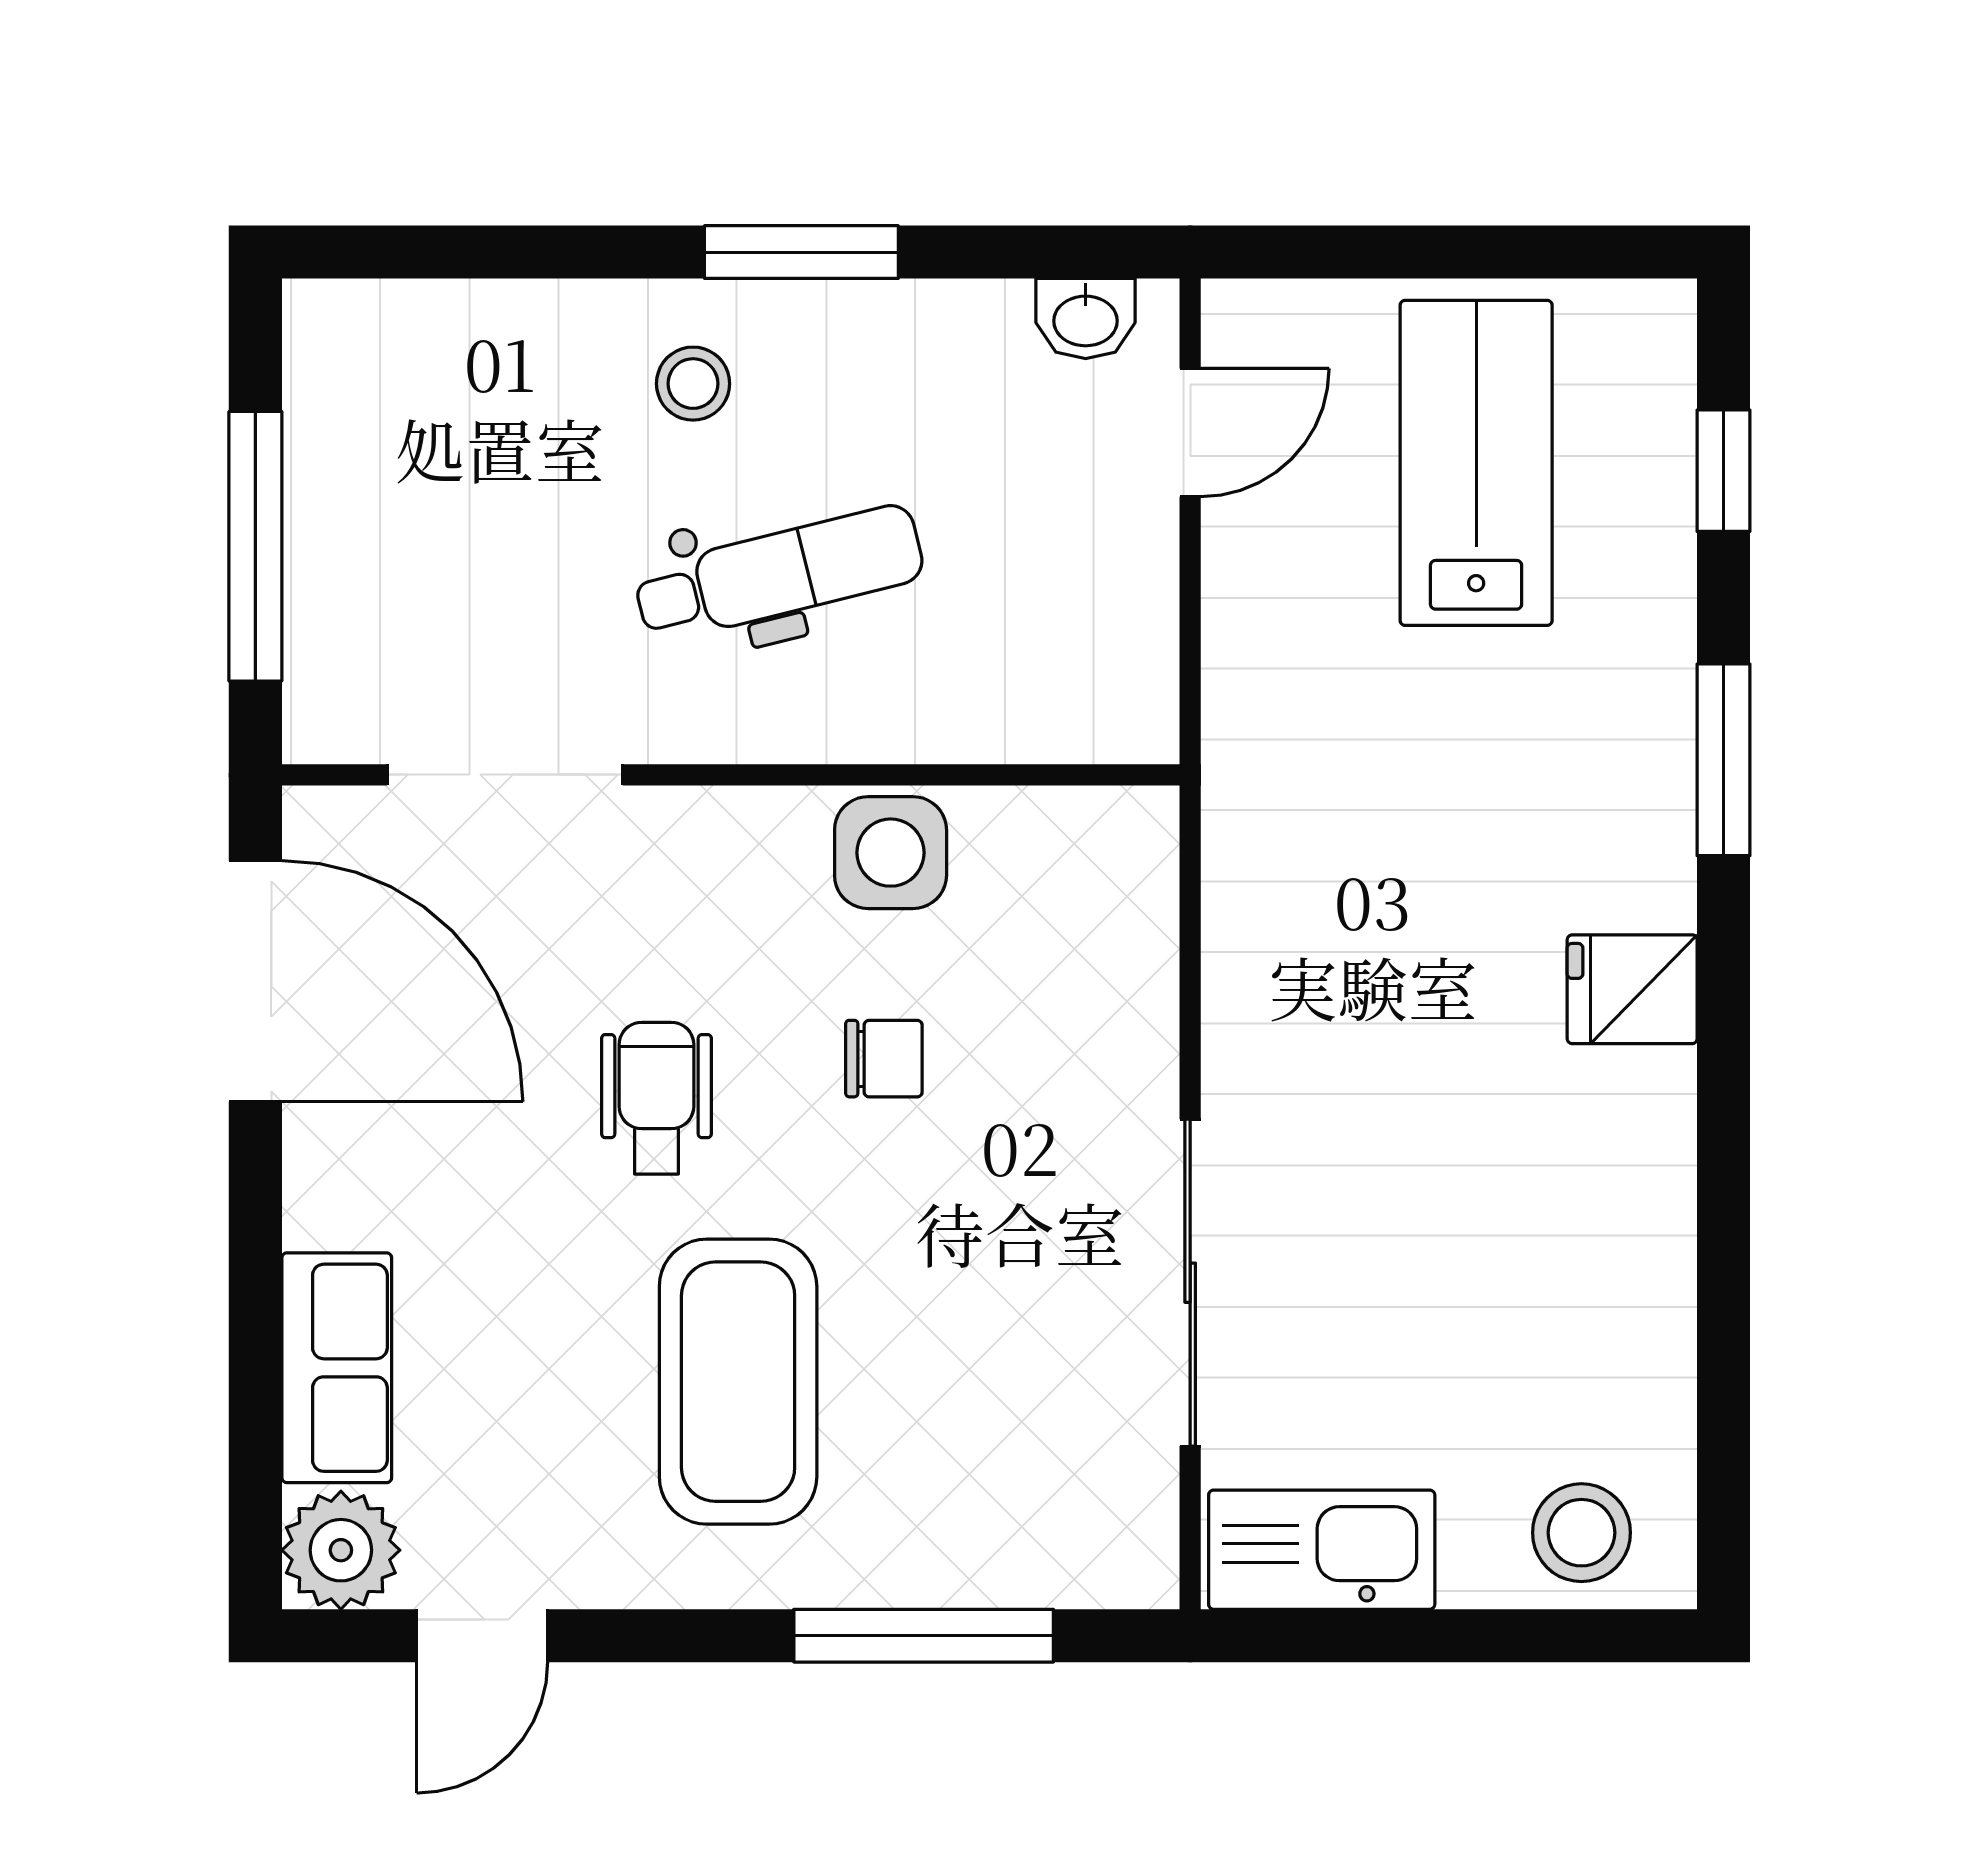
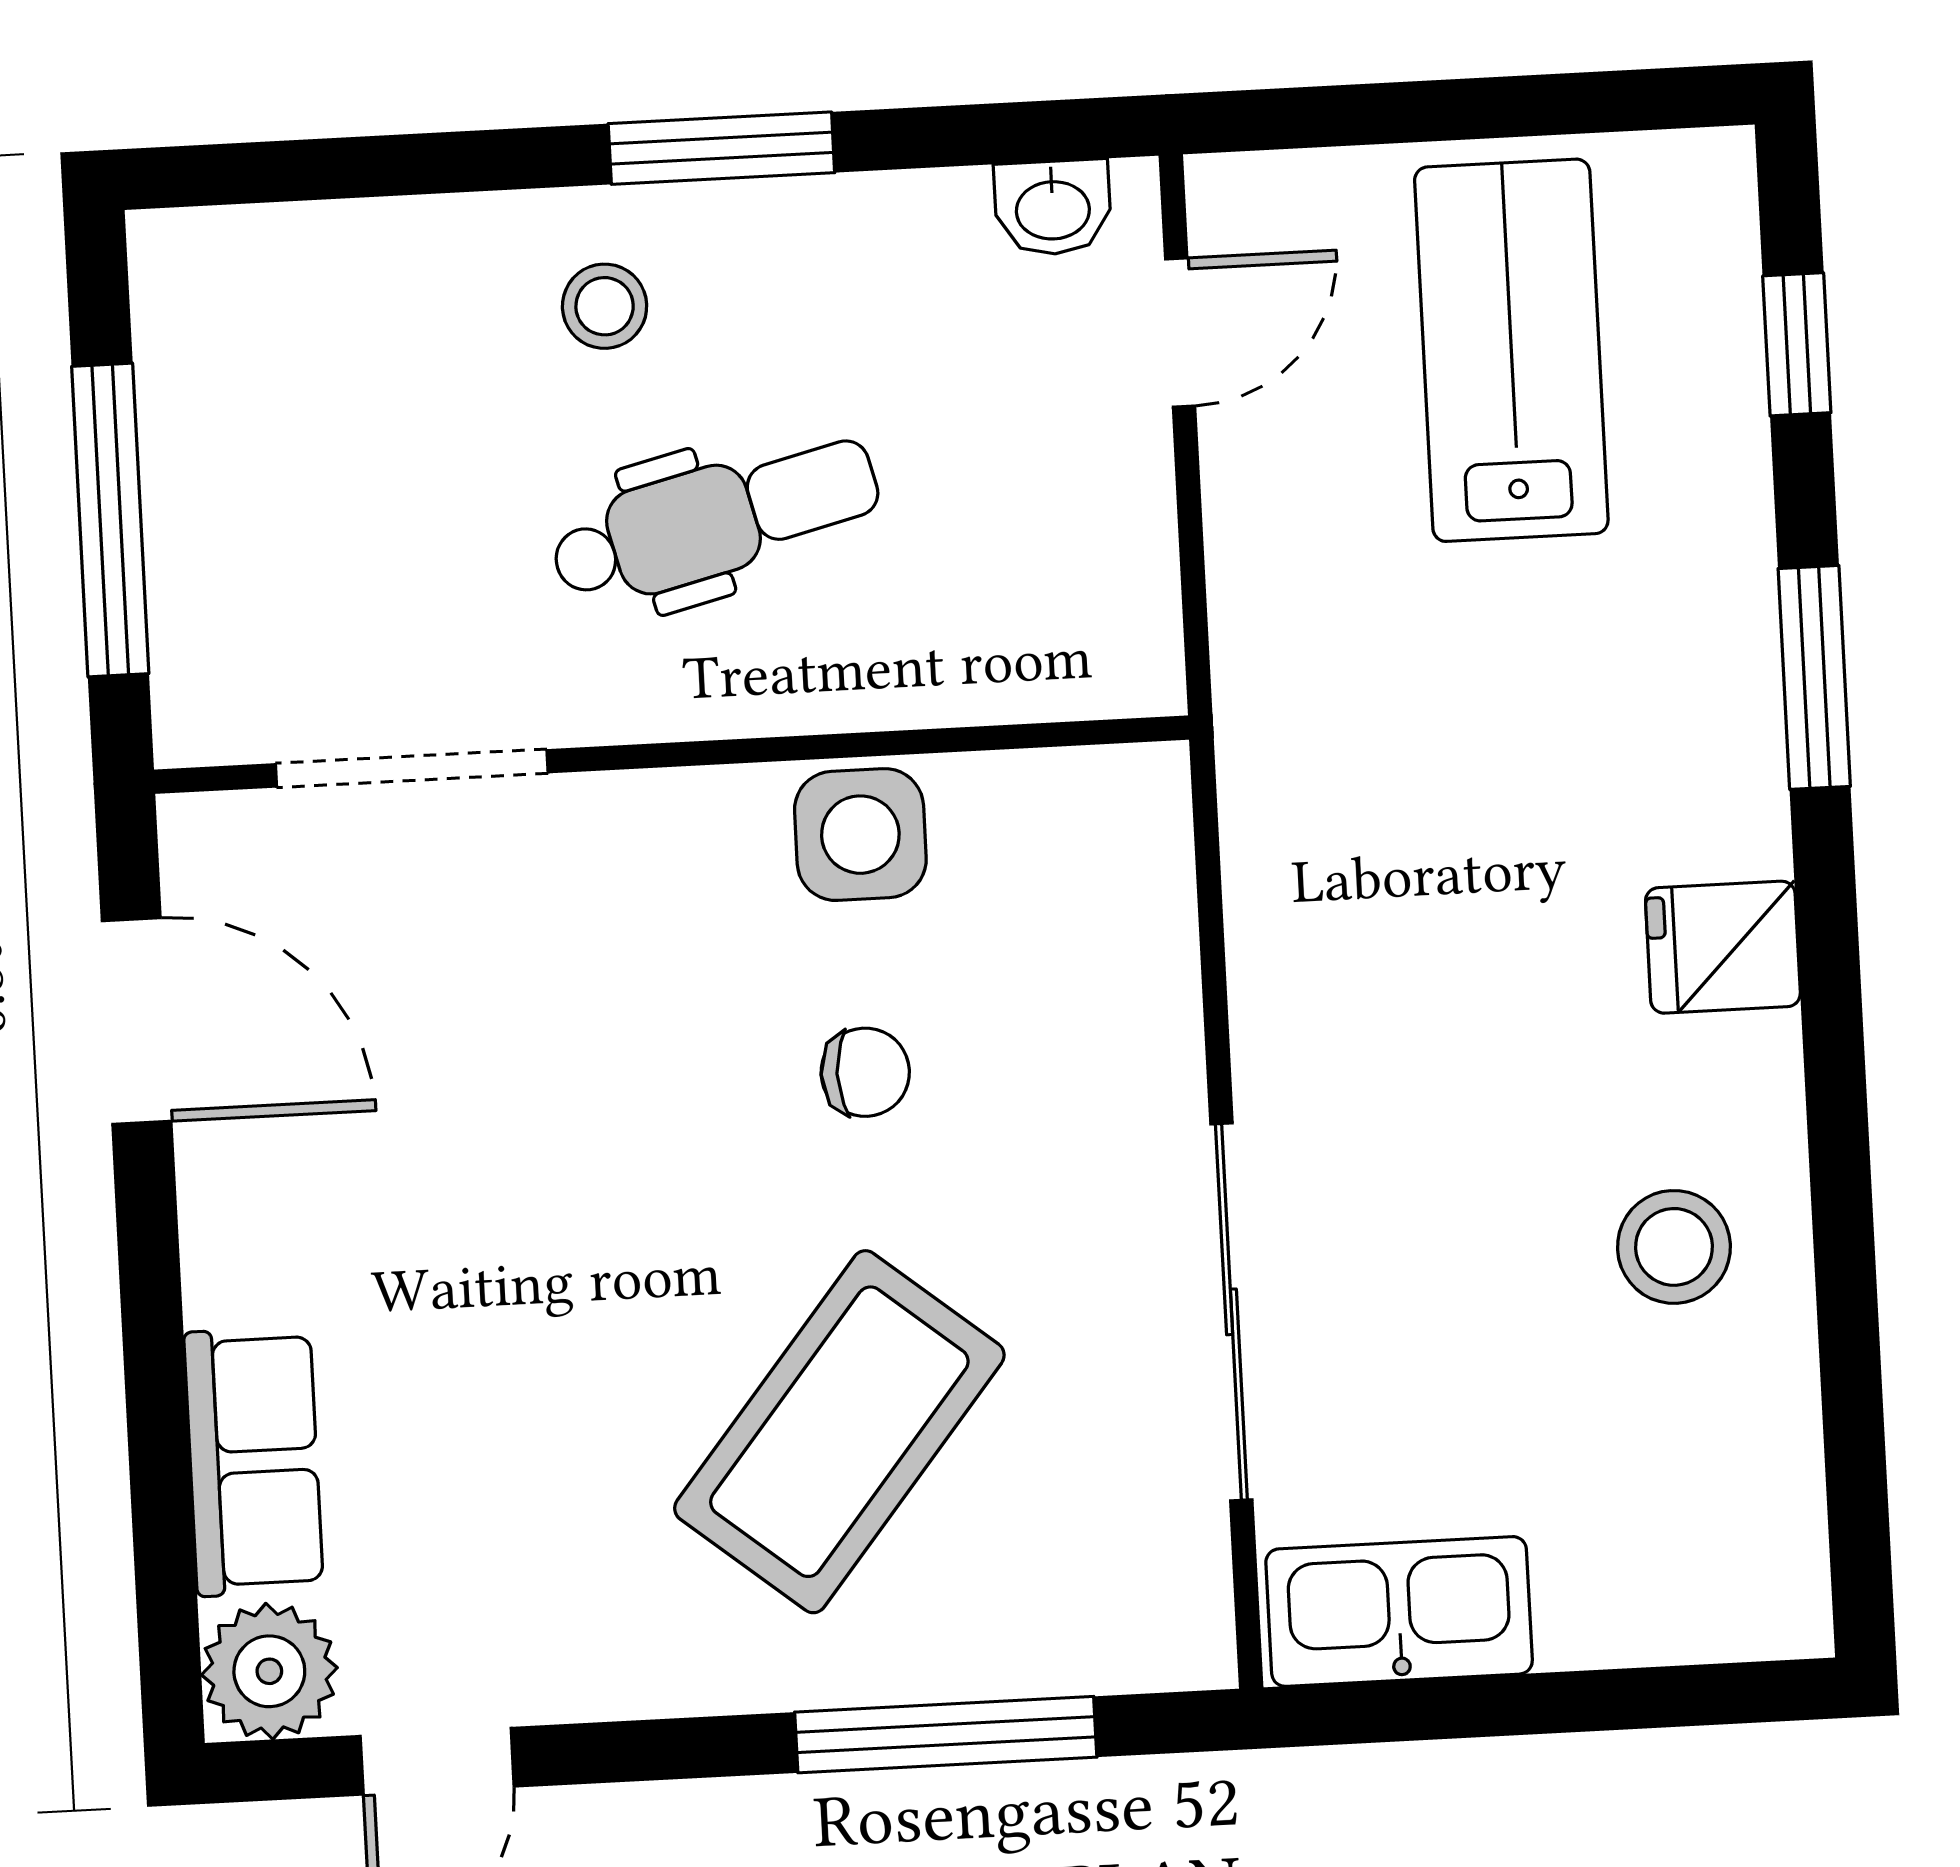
door: (255, 981) -> (137, 1021), width x0.73
wheelchair: (656, 1098) -> (606, 1132), removed
coffee table: (738, 1382) -> (839, 1432), moved, turned 39
stool: (1581, 1533) -> (1674, 1247), moved

